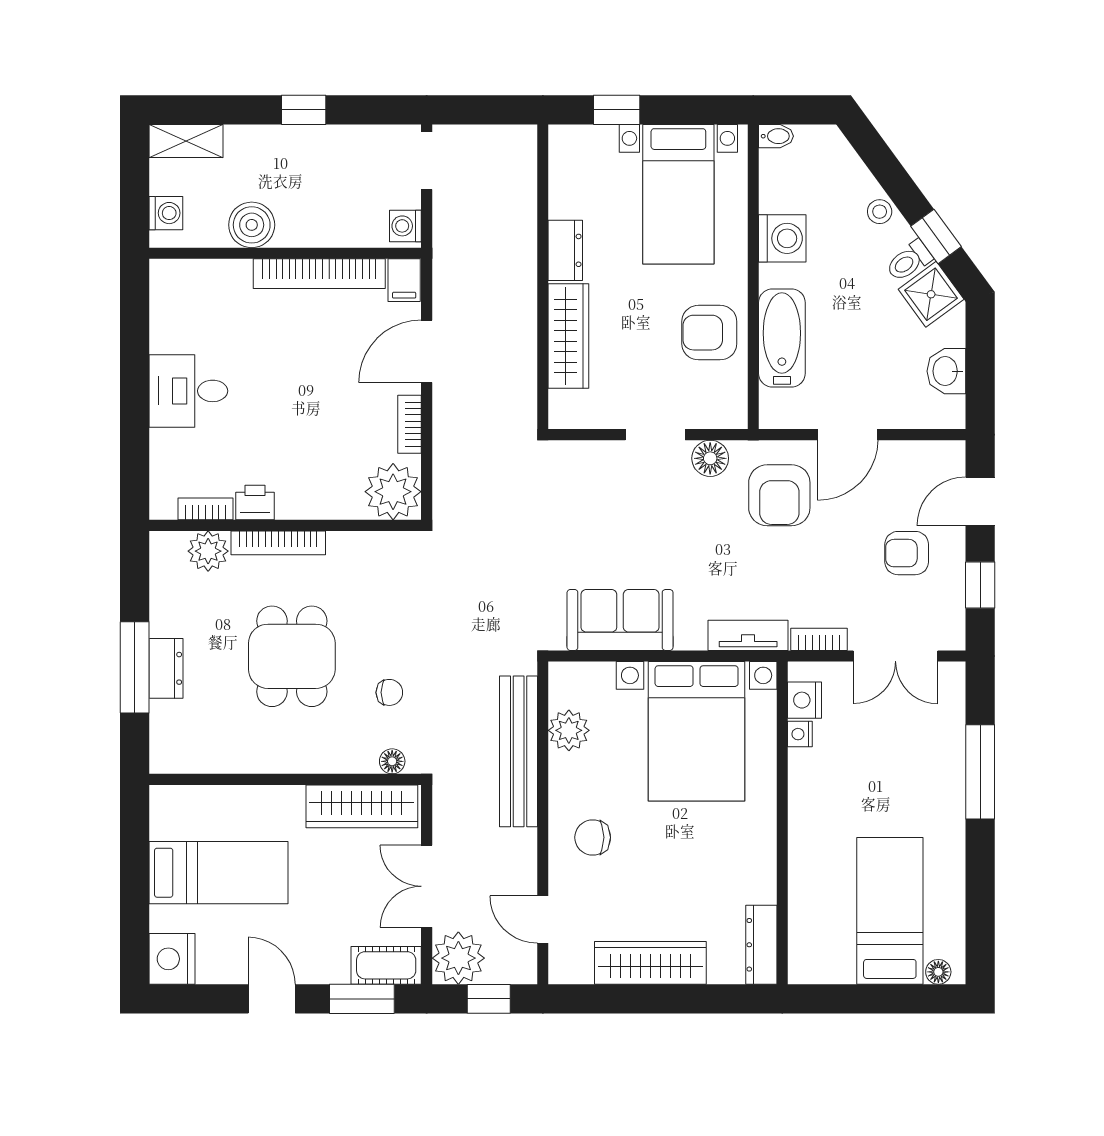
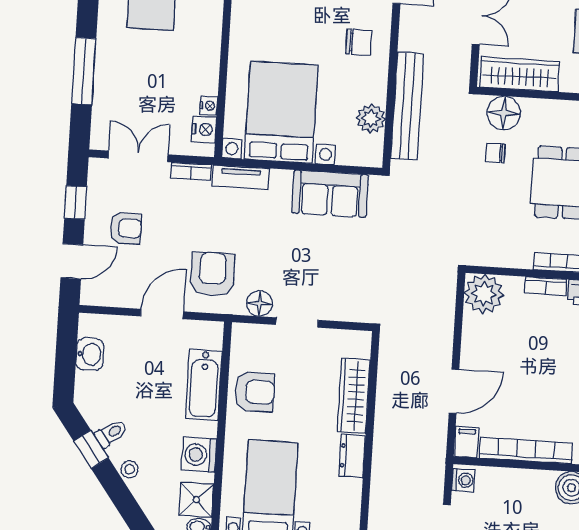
shower: (931, 294) -> (196, 500), moved, turned 36
bookcase: (410, 424) -> (546, 286), moved, turned 90
floor lamp: (392, 761) -> (504, 113), width x1.89, depth x1.89

